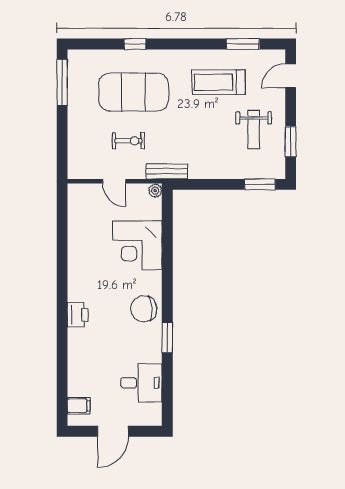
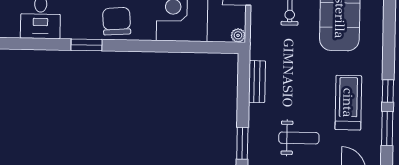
window: (135, 44) -> (388, 91), moved
weight bench: (254, 130) -> (299, 138), turned 180
bench: (167, 171) -> (257, 82), moved

